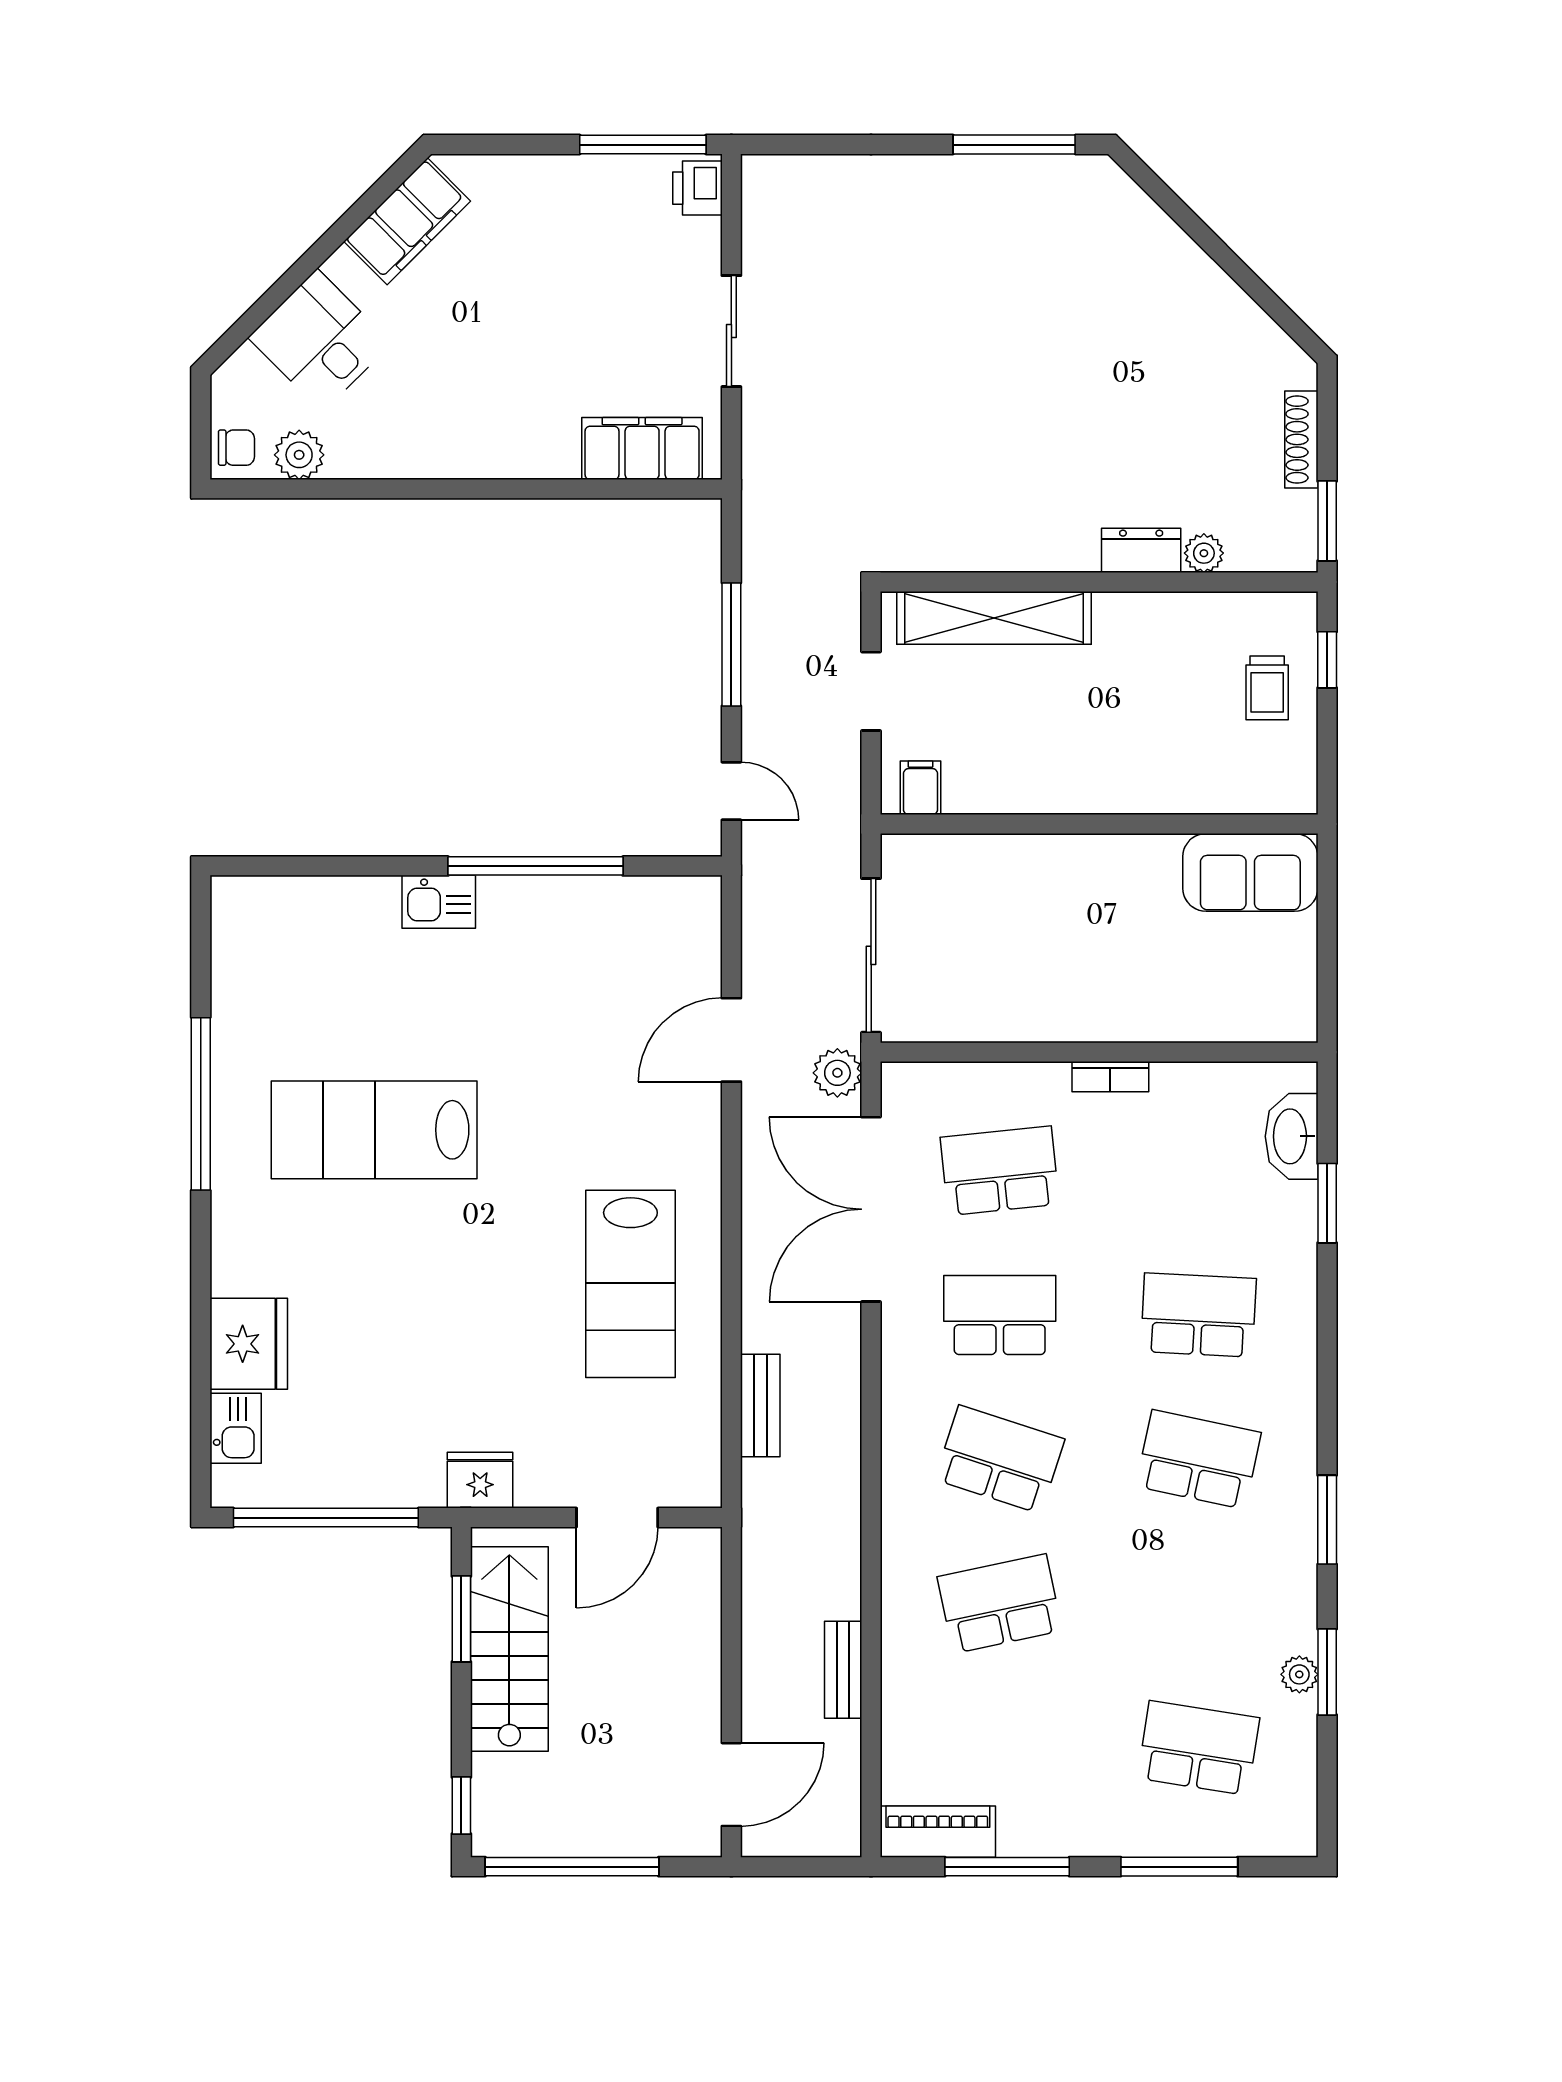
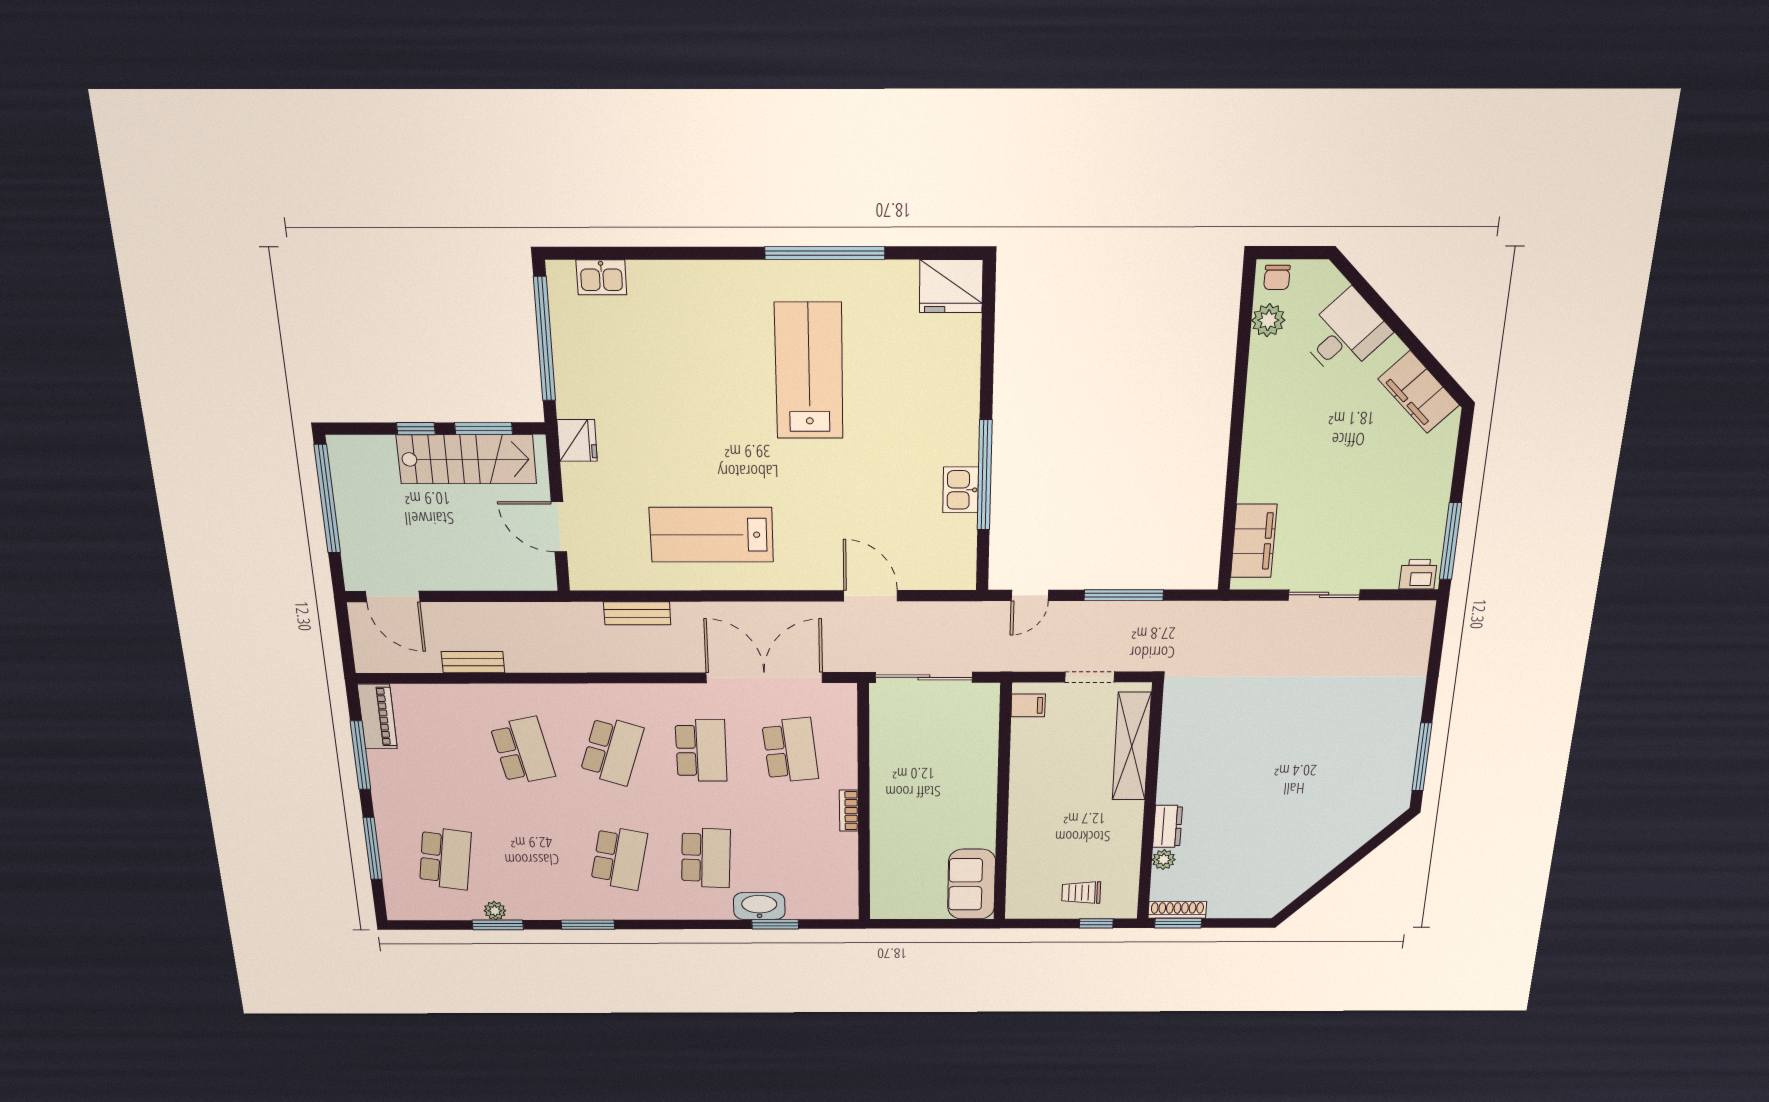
shoe rack: (1301, 439) -> (1177, 910), moved
kitchen sink: (439, 902) -> (961, 490), moved
plant: (837, 1073) -> (850, 658), removed
washbasin: (1292, 1136) -> (759, 906), moved
fridge: (249, 1344) -> (951, 286), moved
window: (461, 1805) -> (416, 429), moved

